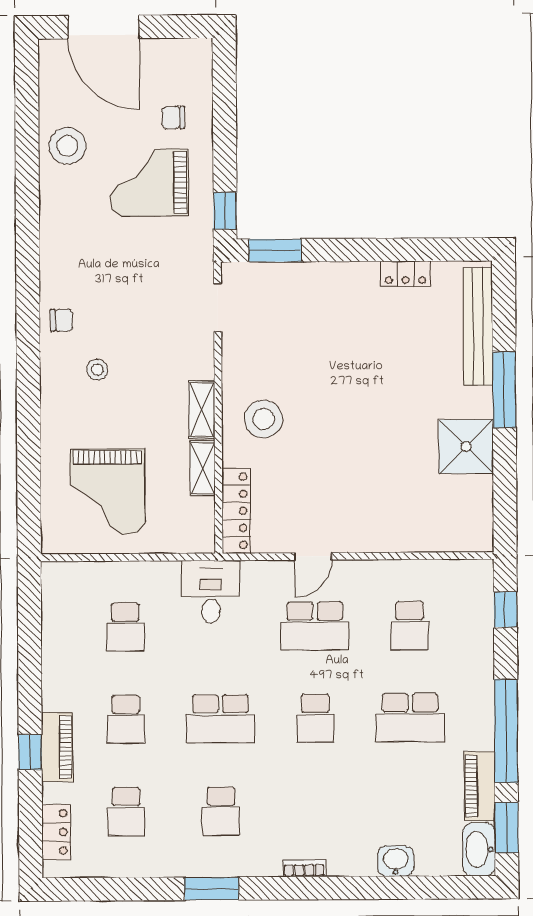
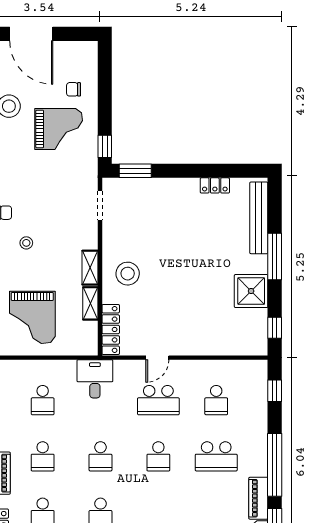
grand piano: (149, 183) -> (59, 129), turned 180
window: (505, 506) -> (275, 328), added
school desk: (221, 719) -> (100, 456), width x0.54

